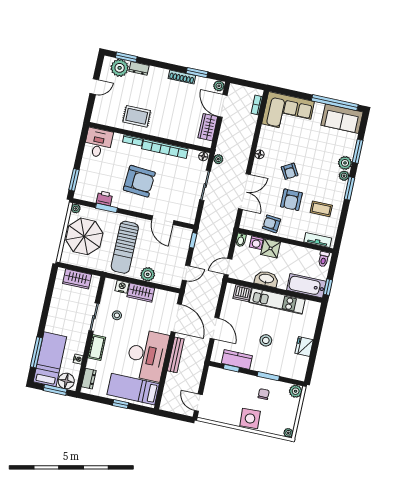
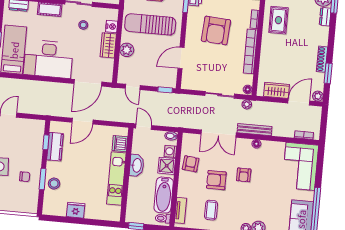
armchair: (290, 171) -> (244, 175), turned -60
bathtub: (306, 286) -> (164, 195), moved, turned 180
stool: (266, 340) -> (54, 184), moved
bench: (176, 355) -> (254, 130), moved
plant: (296, 391) -> (31, 207), removed

